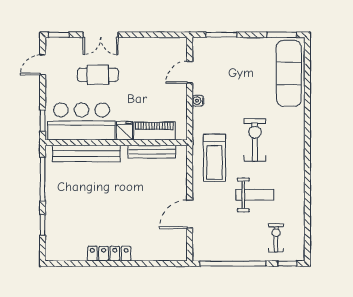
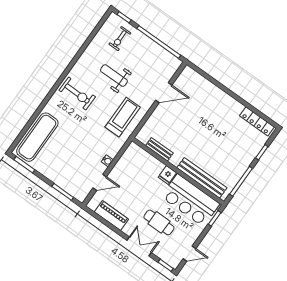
piano: (154, 131) -> (111, 216), moved, turned 180
exercise bike: (255, 140) -> (77, 94), moved, turned -89
bench: (152, 152) -> (159, 149), width x0.73
locker: (109, 254) -> (257, 121), moved

